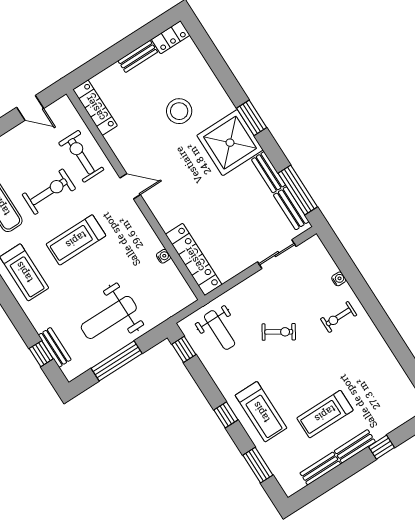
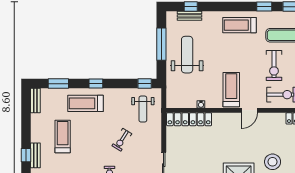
treadmill: (76, 240) -> (231, 90), moved
weight bench: (220, 330) -> (143, 109), turned -90
bench: (355, 446) -> (35, 155), moved
bench: (320, 468) -> (35, 101), moved

